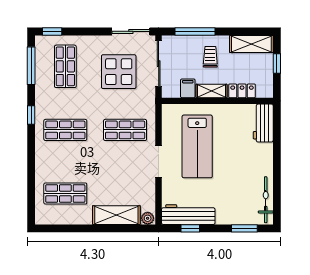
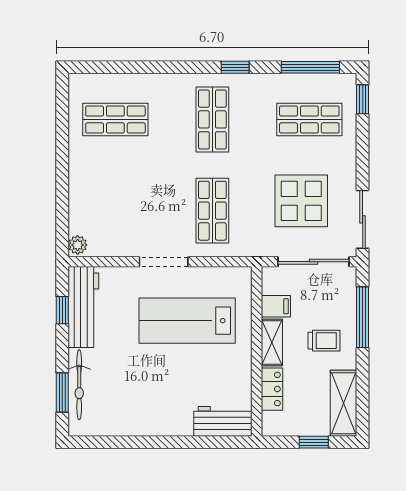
shop shelf: (65, 193) -> (115, 119), turned 90
bicycle: (266, 200) -> (79, 385), moved, turned 90
shelving: (116, 215) -> (82, 197), removed

